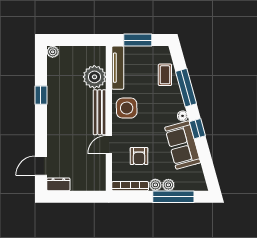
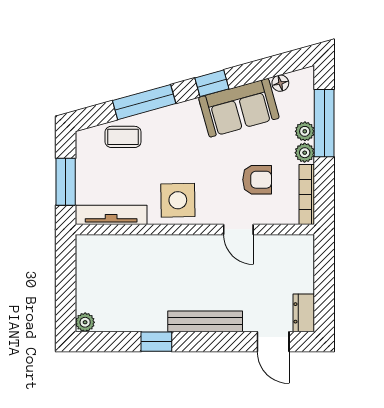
plant: (94, 77) -> (126, 253), removed
bench: (100, 112) -> (205, 321), moved
floor lamp: (183, 116) -> (280, 83), moved

